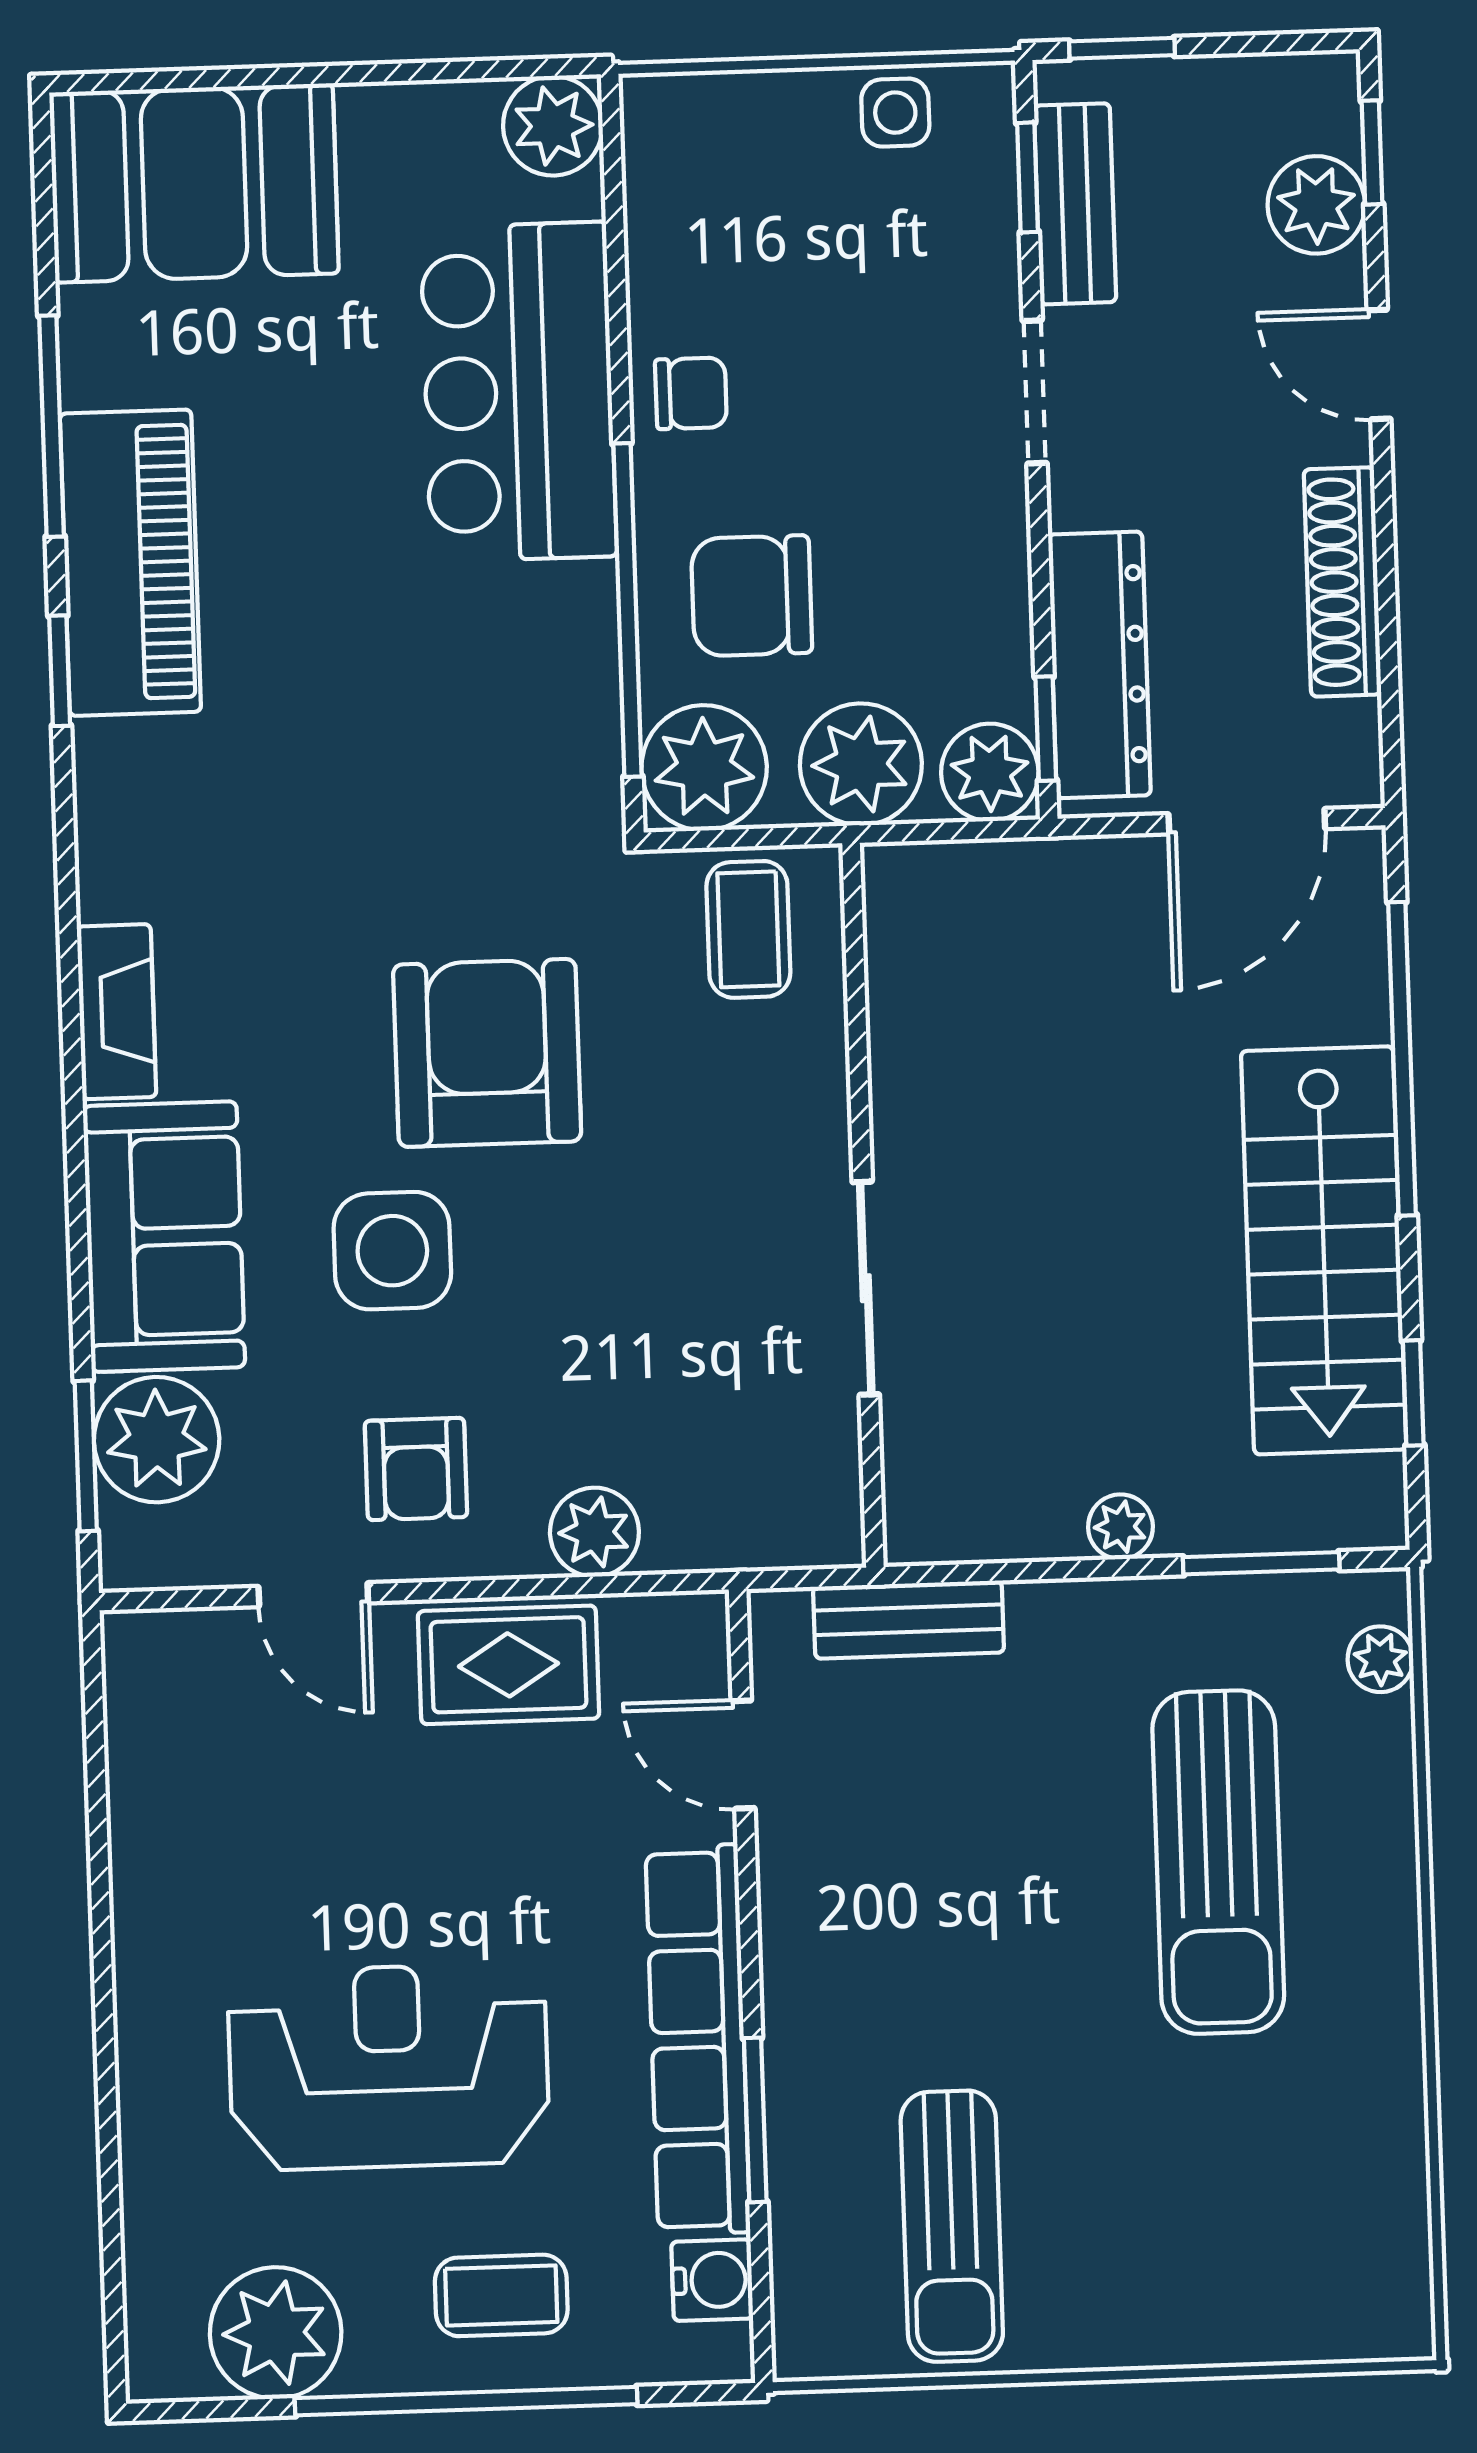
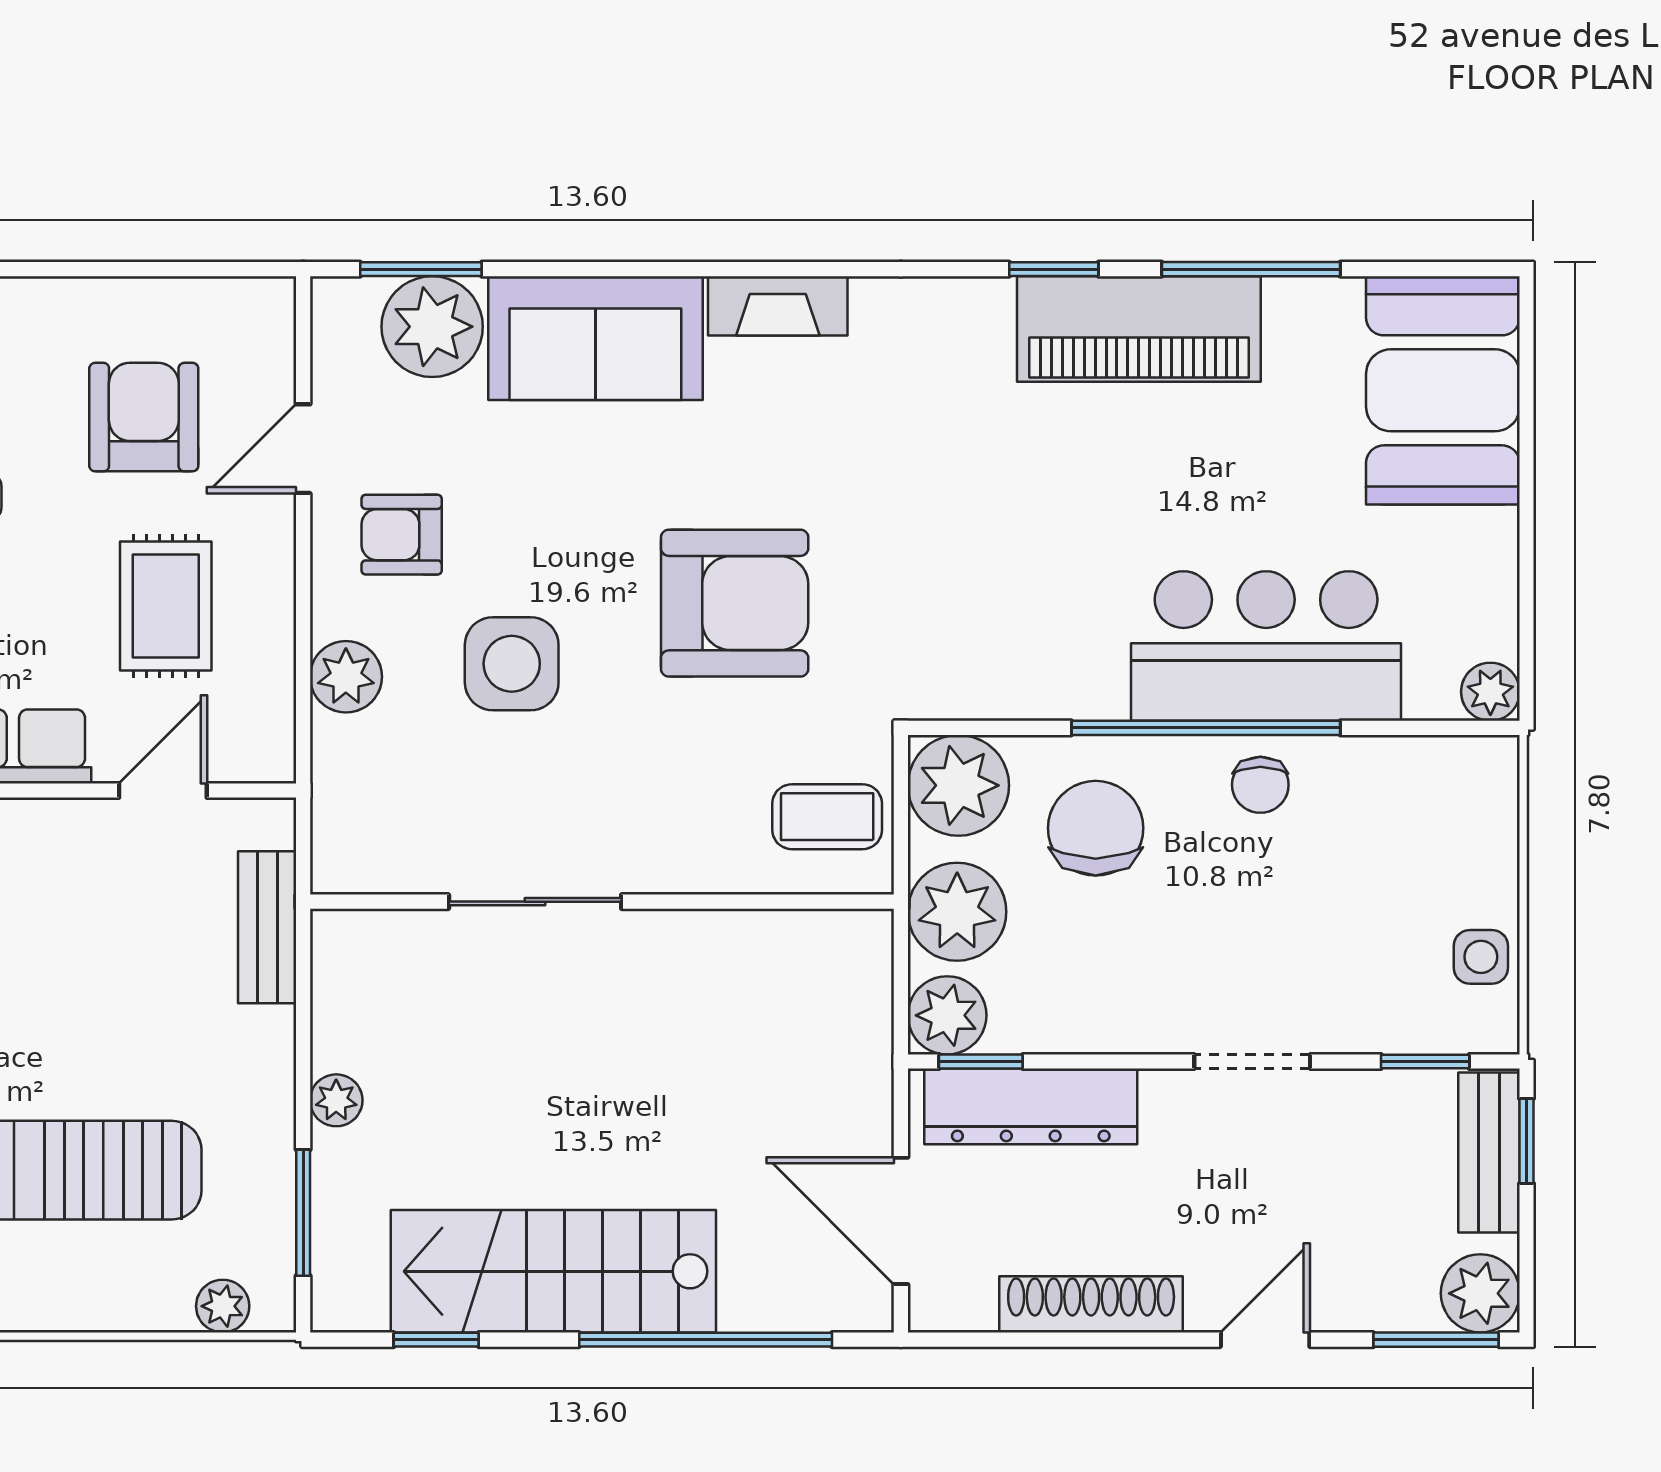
plant: (553, 126) -> (1490, 692), width x0.73, depth x0.73
window: (1372, 152) -> (1436, 1340), width x1.50
bench: (1075, 204) -> (1489, 1153), moved, turned 90
plant: (1316, 205) -> (1480, 1293), moved
window: (627, 610) -> (1206, 728), moved
side table: (392, 1251) -> (512, 664), moved
rug: (508, 1665) -> (166, 606), moved
armchair: (281, 1794) -> (144, 417), added

